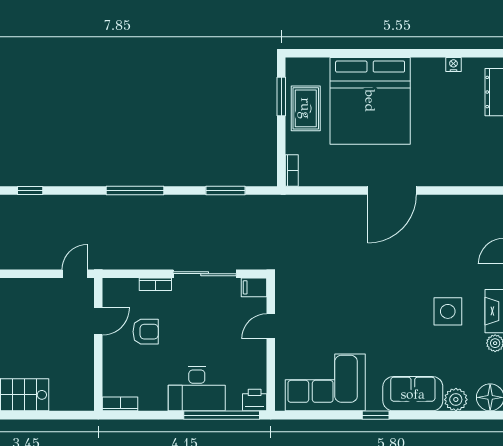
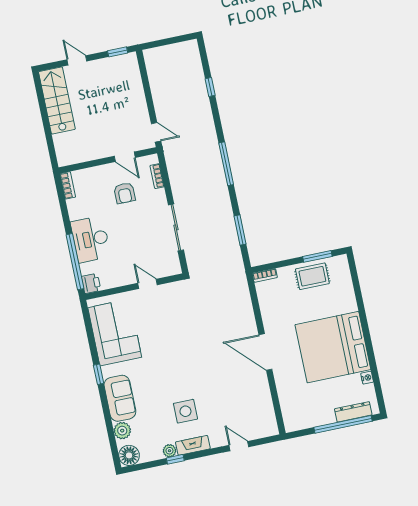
bed: (370, 101) -> (333, 347), moved
bookcase: (155, 284) -> (157, 176), moved
filing cabinet: (254, 287) -> (173, 266), removed

